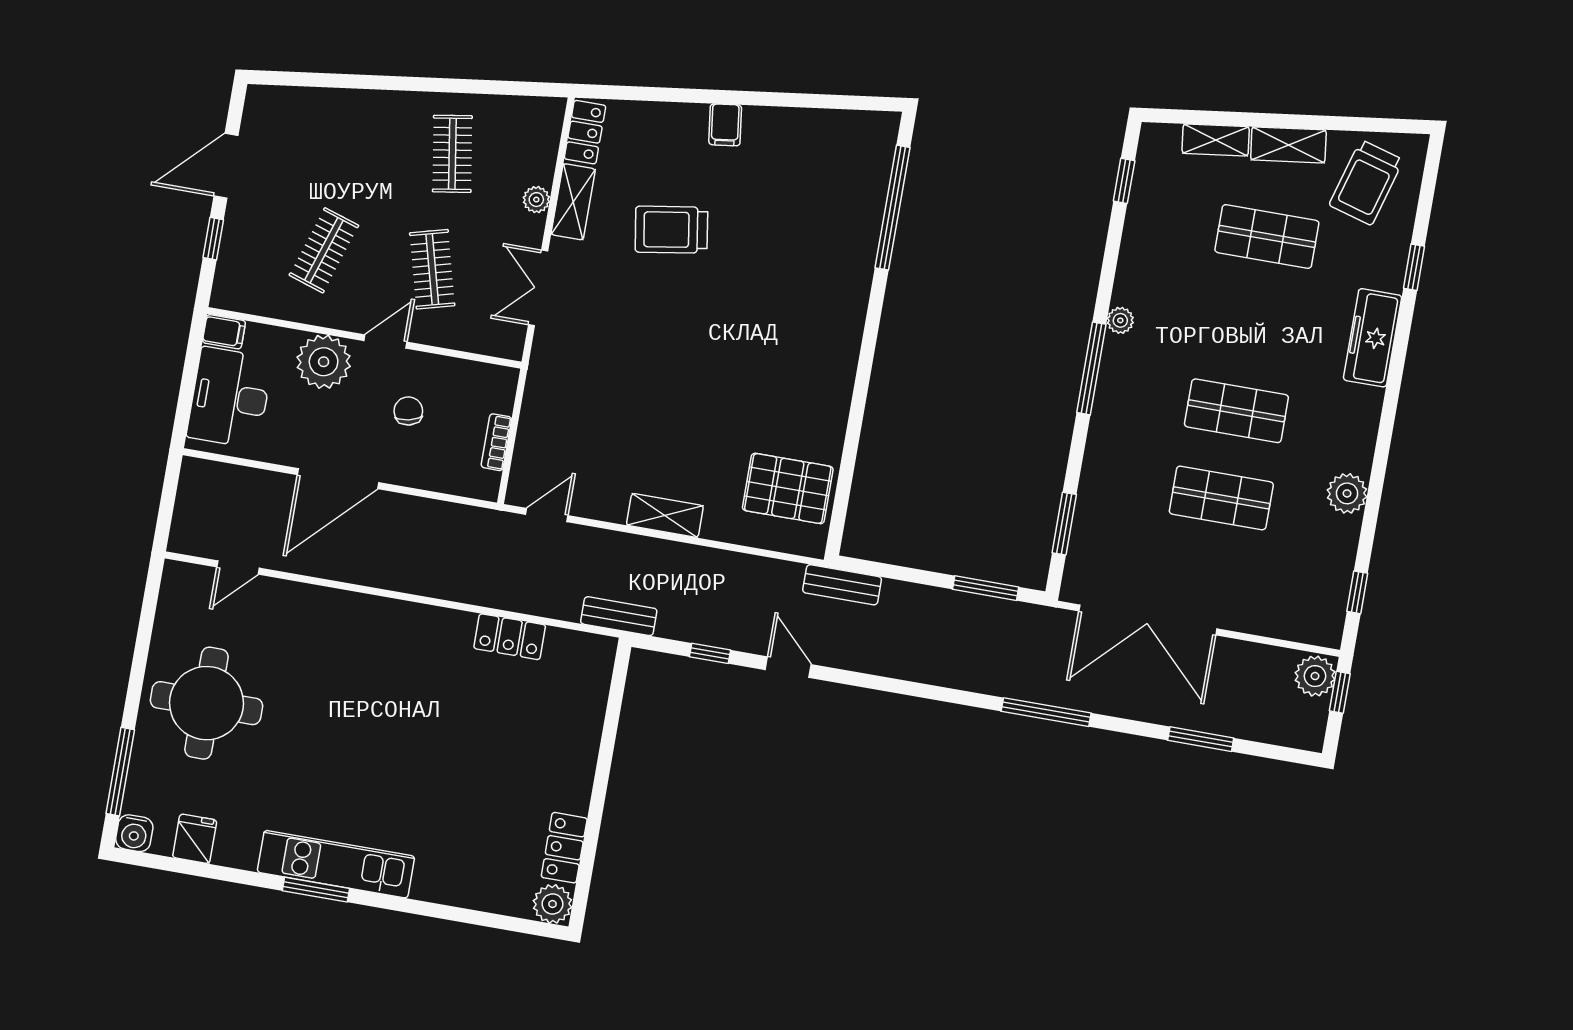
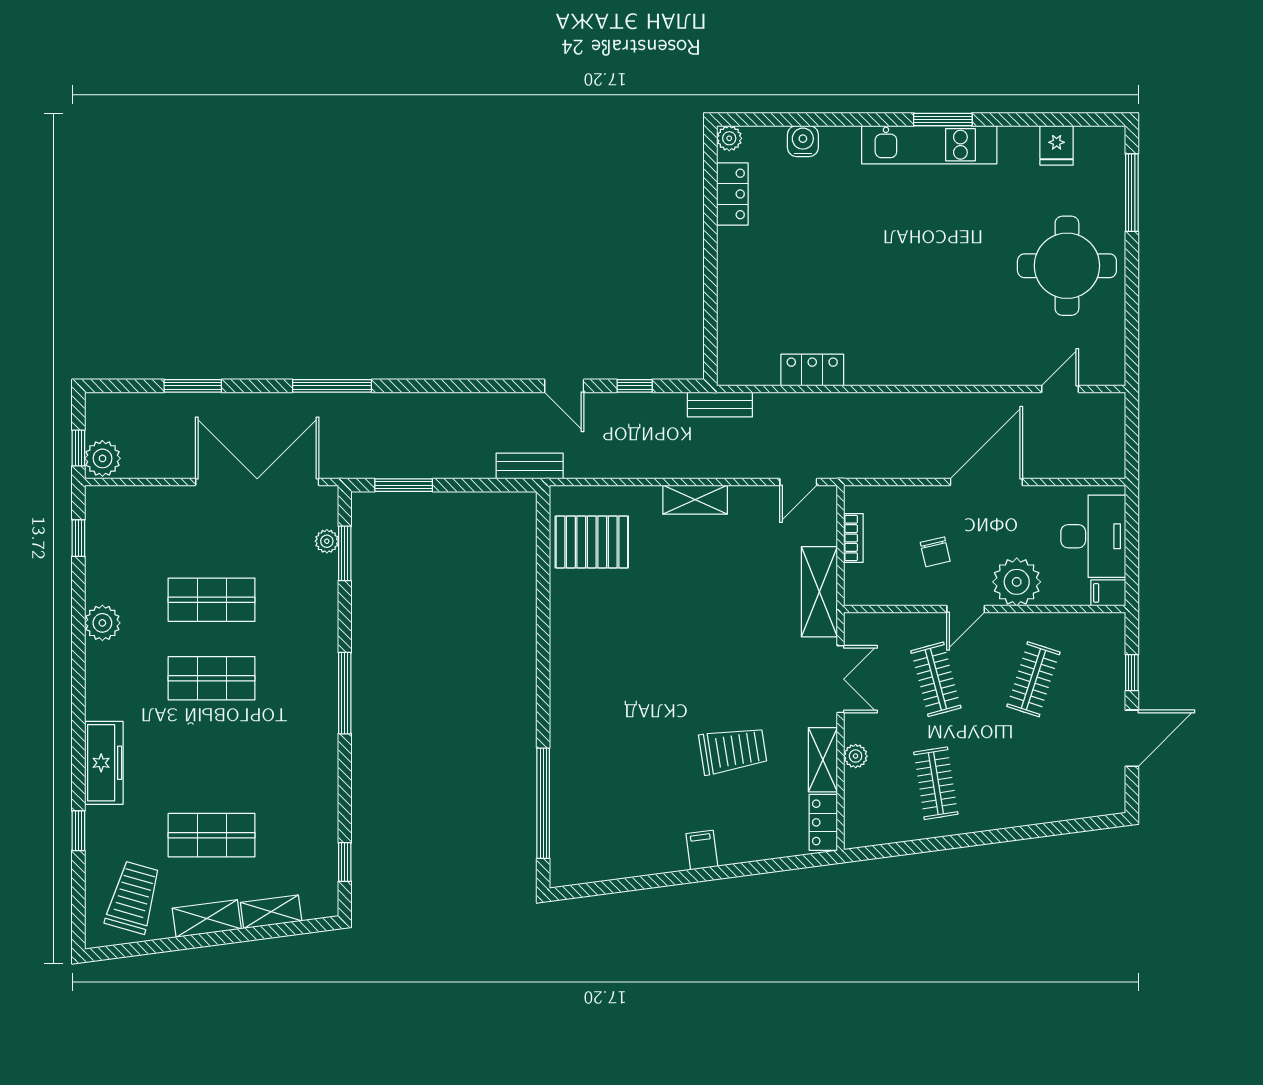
plant: (1120, 320) -> (327, 541), moved
shelving: (545, 389) -> (819, 592), added
water cooler: (134, 833) -> (803, 141), moved
plant: (553, 904) -> (729, 138), width x0.73, depth x0.73

